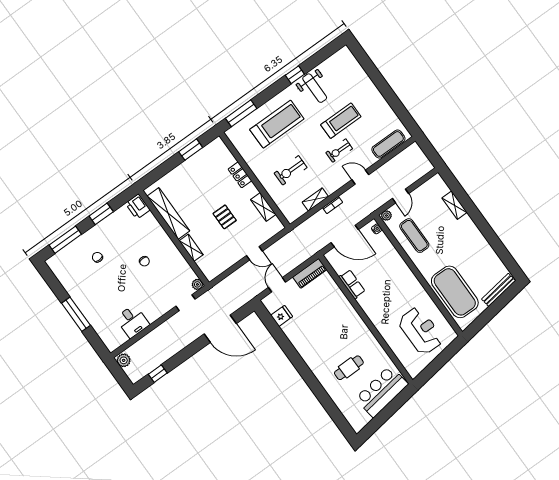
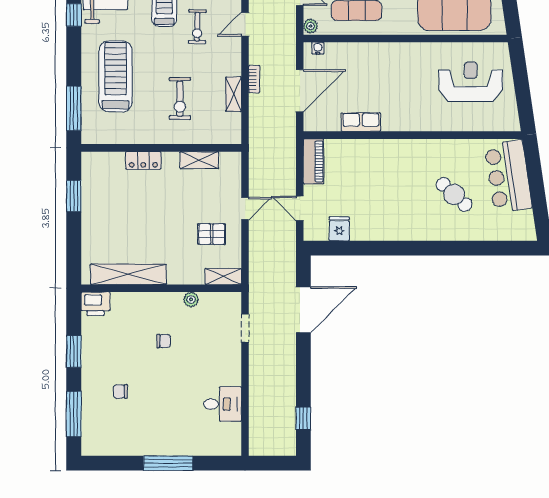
pallet: (225, 217) -> (212, 234), moved
shelving: (191, 248) -> (223, 276), moved
plant: (197, 284) -> (191, 299), moved
plant: (124, 360) -> (260, 446), removed
cafe table: (349, 368) -> (454, 194), turned -47

